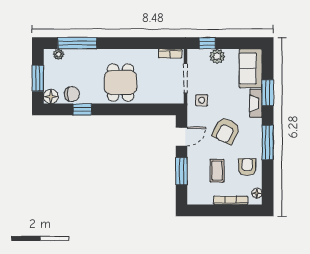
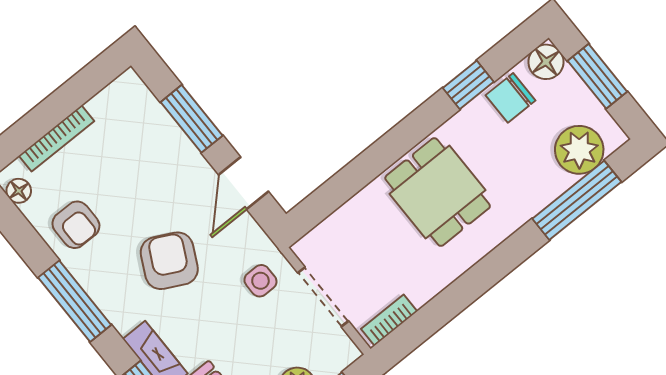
plant: (58, 54) -> (579, 150), width x1.88, depth x1.88
coffee table: (217, 171) -> (126, 173), removed

